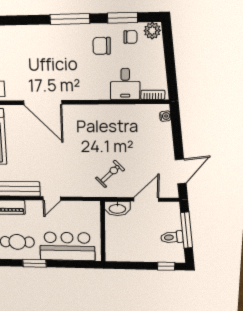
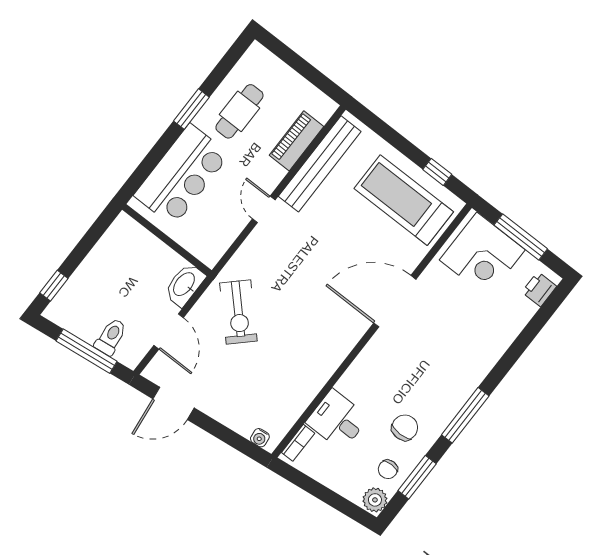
door: (181, 171) -> (173, 403), hinge flipped
exercise bike: (110, 174) -> (238, 312), width x1.38, depth x1.39
toilet: (172, 237) -> (111, 337), moved

